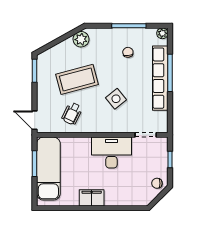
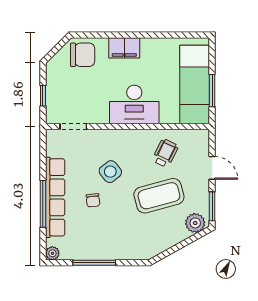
plant: (81, 39) -> (195, 223), moved
chair: (128, 52) -> (93, 200), moved
door: (35, 120) -> (212, 168), moved
desk: (111, 153) -> (134, 104), moved
chair: (157, 183) -> (83, 55), moved, width x1.87, depth x1.87
filing cabinet: (92, 198) -> (124, 48), moved

